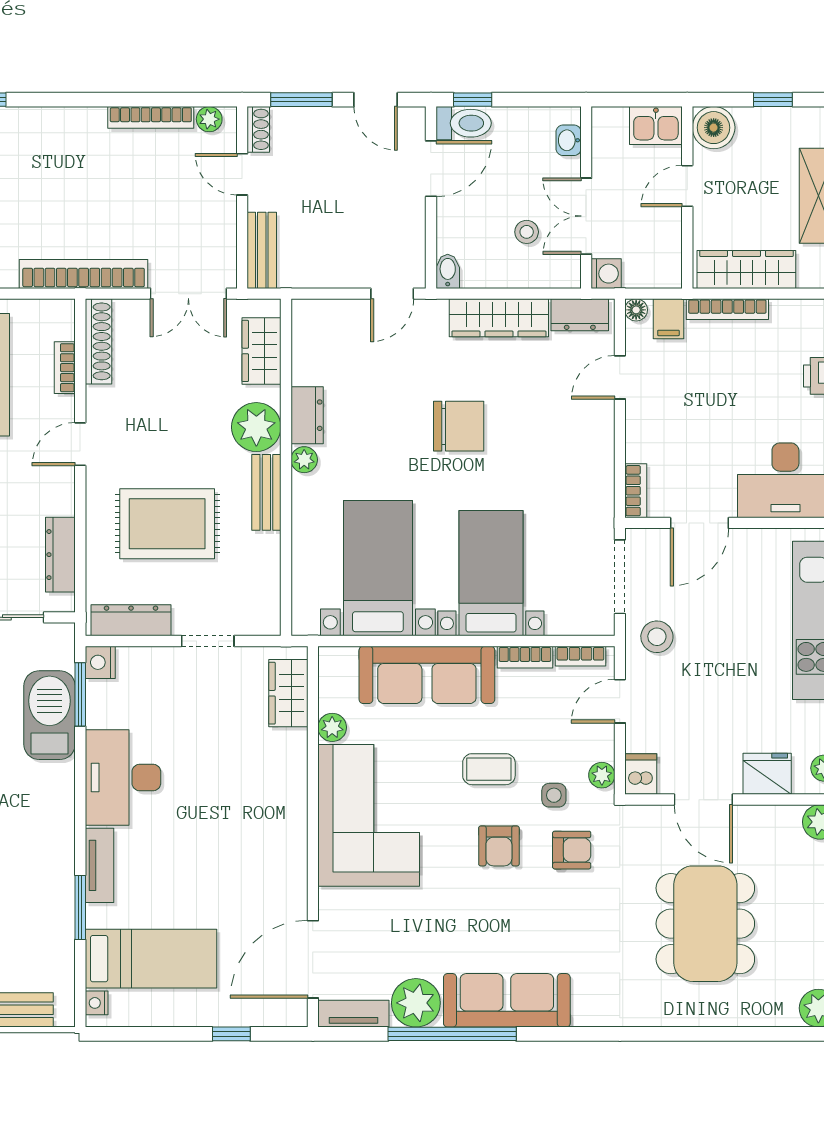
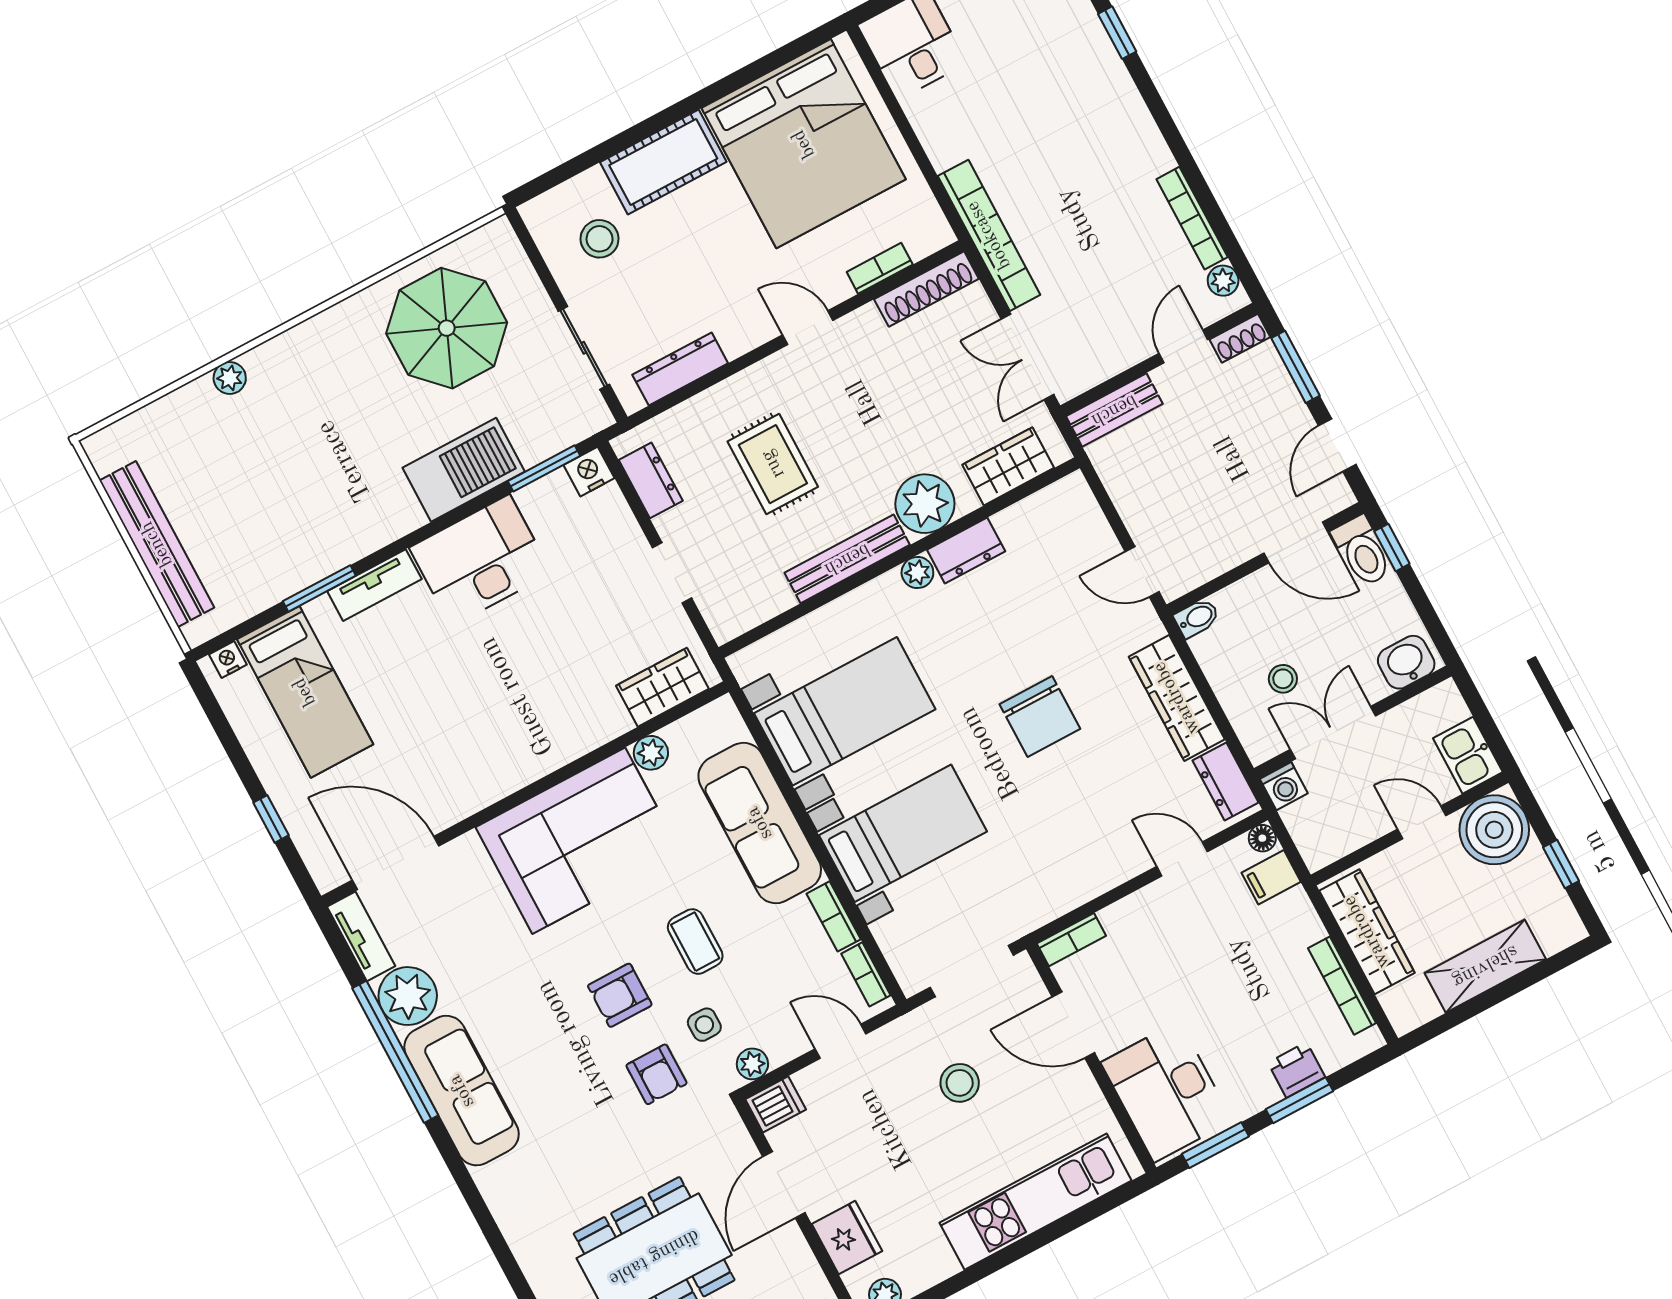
boiler: (714, 128) -> (1494, 830), width x1.37, depth x1.37
washbasin: (569, 140) -> (1406, 662), width x1.38, depth x1.45
bookcase: (727, 309) -> (1342, 986), moved
bench: (266, 492) -> (847, 559), width x1.36
rug: (167, 524) -> (773, 464), width x0.73, depth x0.70
dresser: (131, 620) -> (651, 480), width x0.70
stool: (657, 637) -> (960, 1083), moved
barbecue: (49, 715) -> (464, 470), moved

